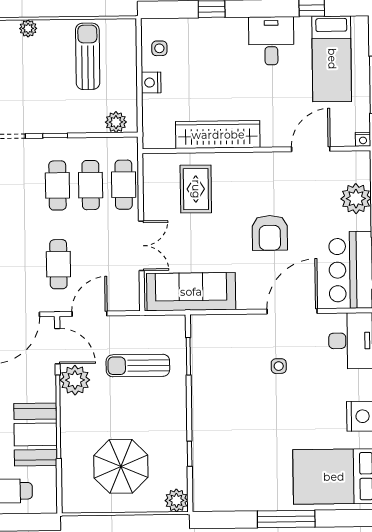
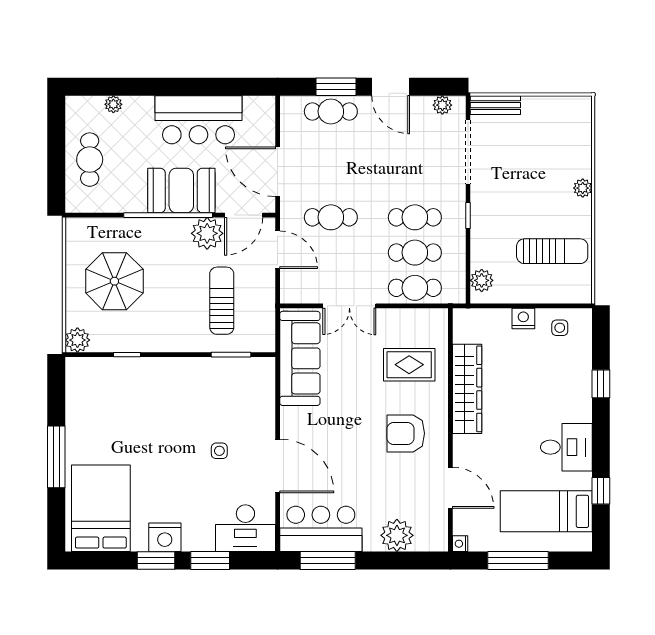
armchair: (270, 233) -> (406, 433), moved
booth: (35, 434) -> (181, 190), moved

